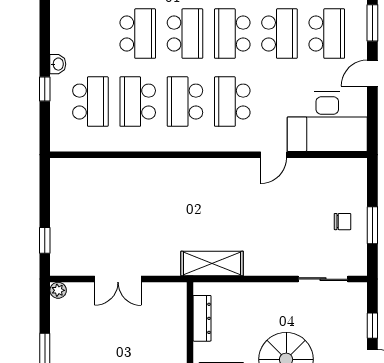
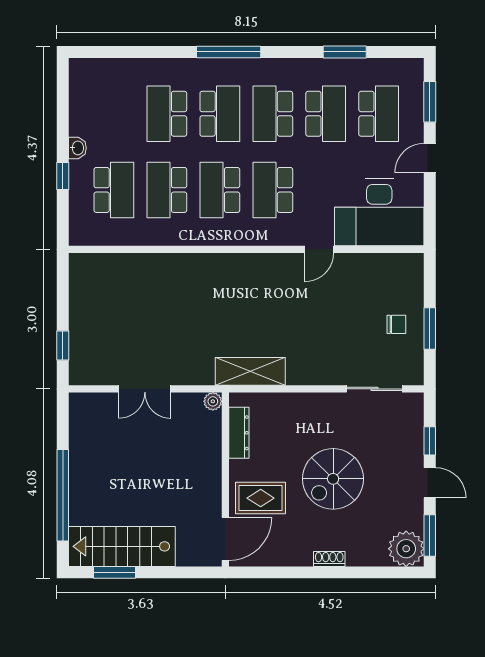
school desk: (138, 34) -> (167, 114), turned 180
plant: (58, 290) -> (213, 401), moved

